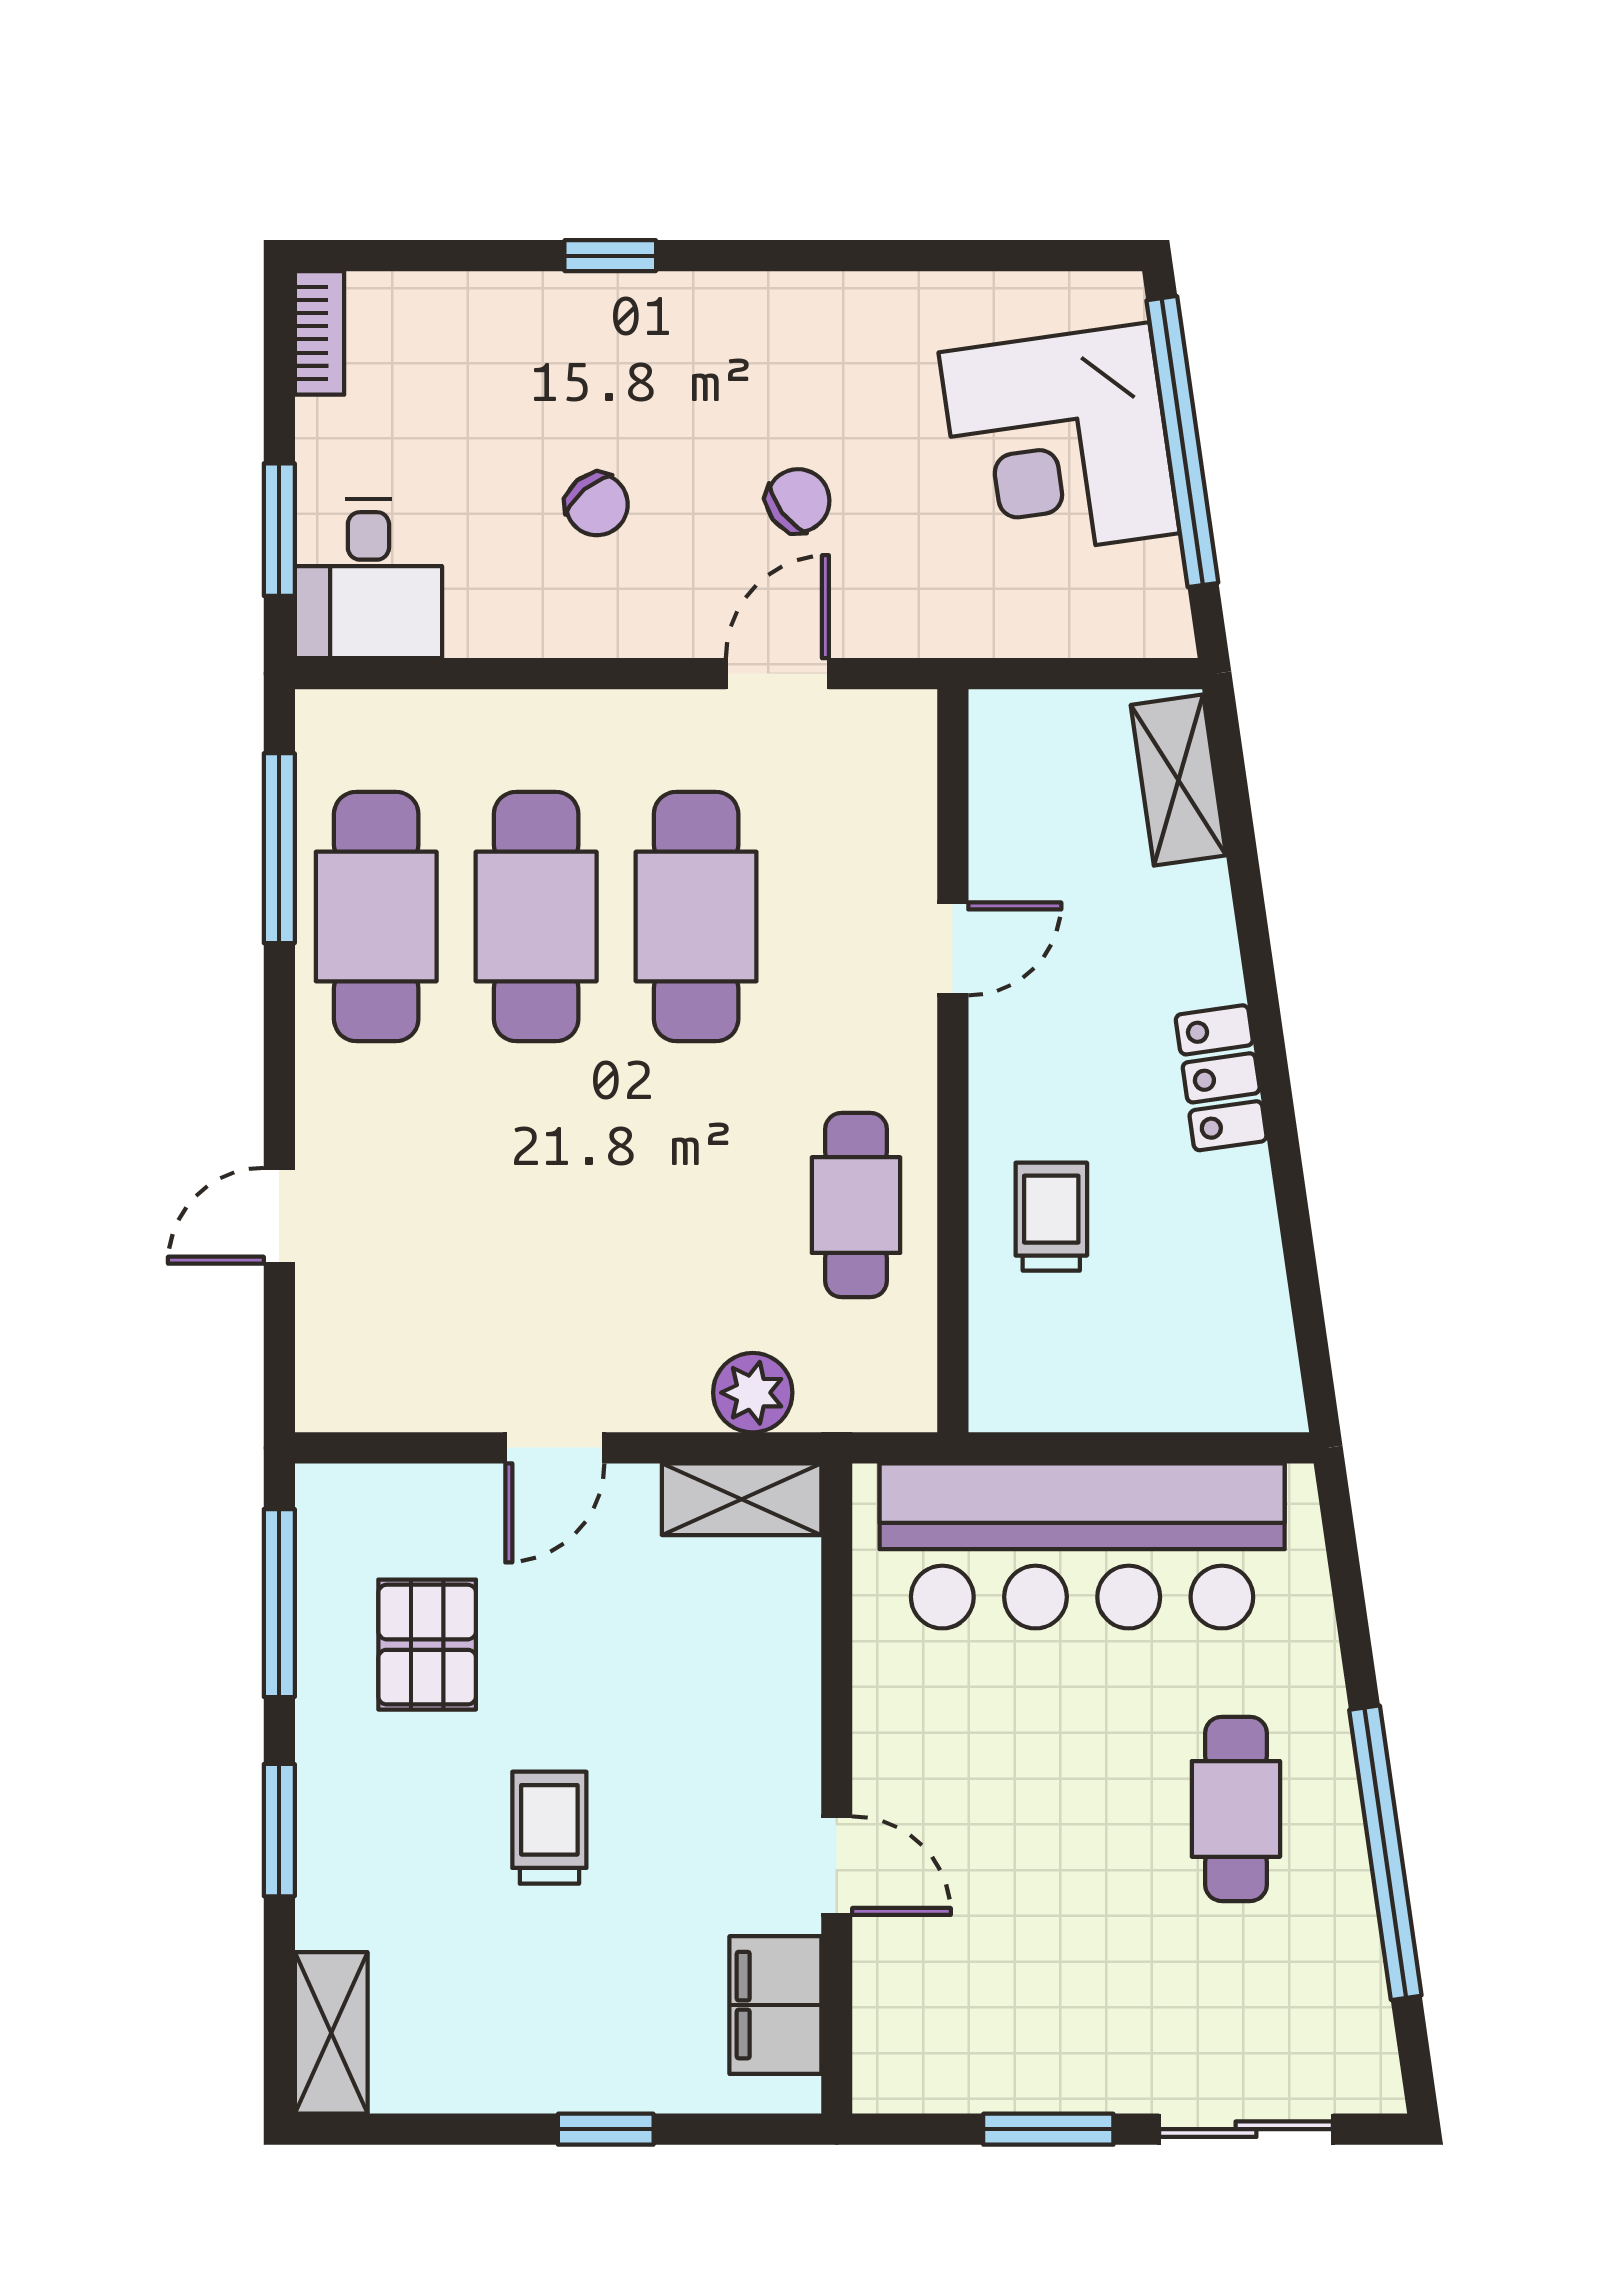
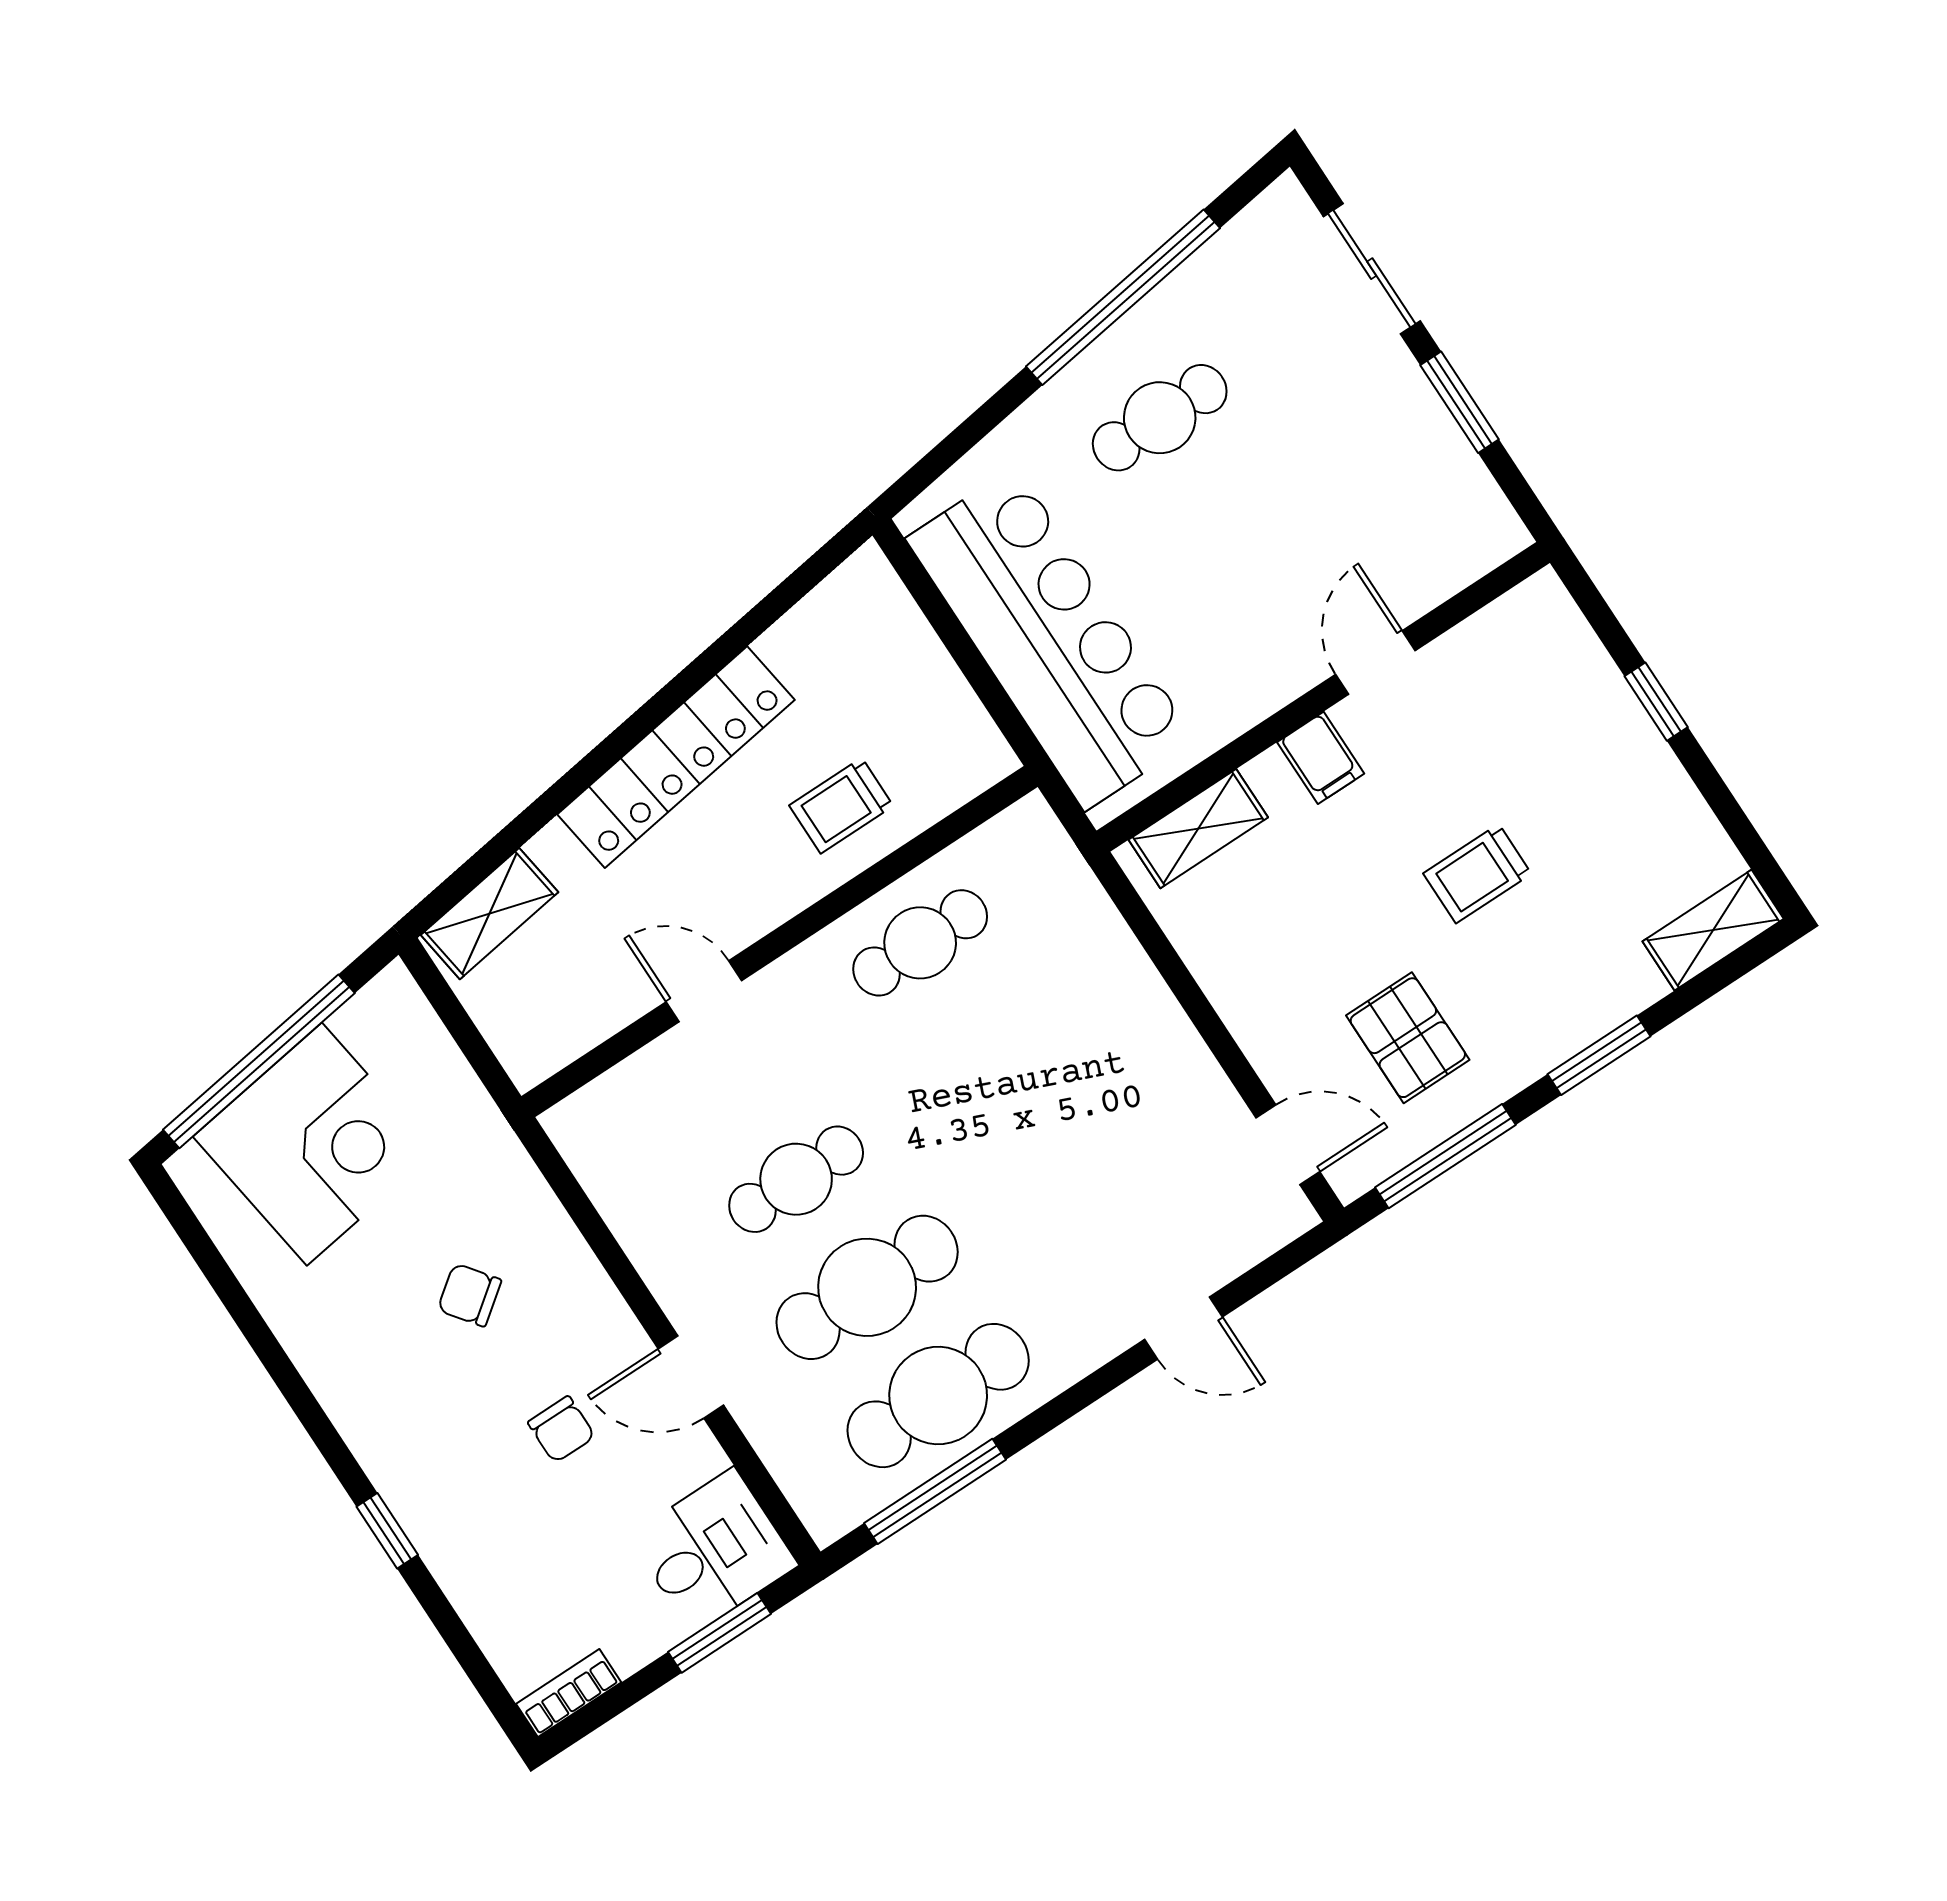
chair: (597, 504) -> (561, 1429), turned 130
door: (777, 674) -> (691, 1377), moved
cafe table: (696, 916) -> (796, 1179), width x0.73, depth x0.74
locker: (1221, 1078) -> (676, 757), width x2.16, depth x1.21
plant: (753, 1393) -> (1093, 929), removed
door: (555, 1448) -> (1288, 1145), moved
shelving: (742, 1499) -> (1198, 829), moved, turned 90
pallet: (427, 1645) -> (1408, 1038), turned 90
filing cabinet: (775, 2005) -> (1321, 758), moved, width x0.50

